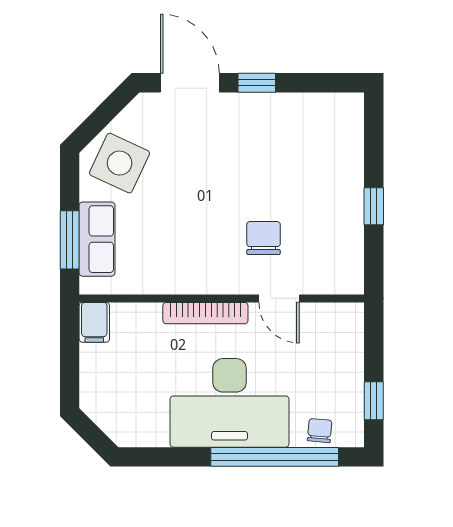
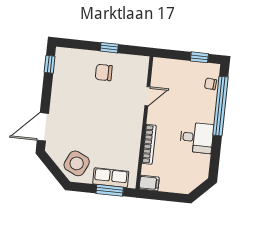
window: (257, 83) -> (50, 64), moved
chair: (264, 238) -> (104, 72), moved
bookcase: (205, 313) -> (149, 144), moved
desk: (230, 403) -> (197, 138), width x0.53, depth x0.77

